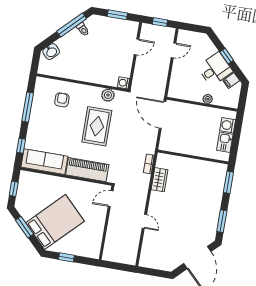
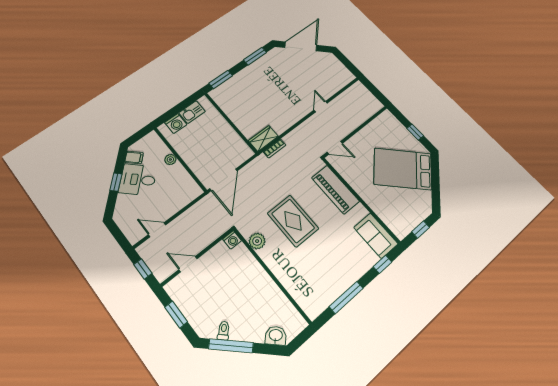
armchair: (62, 100) -> (306, 275), removed
rug: (97, 126) -> (293, 221), turned 90
sofa: (44, 162) -> (376, 236), width x0.73
wardrobe: (160, 180) -> (263, 138), moved
window: (25, 227) -> (436, 187), removed

